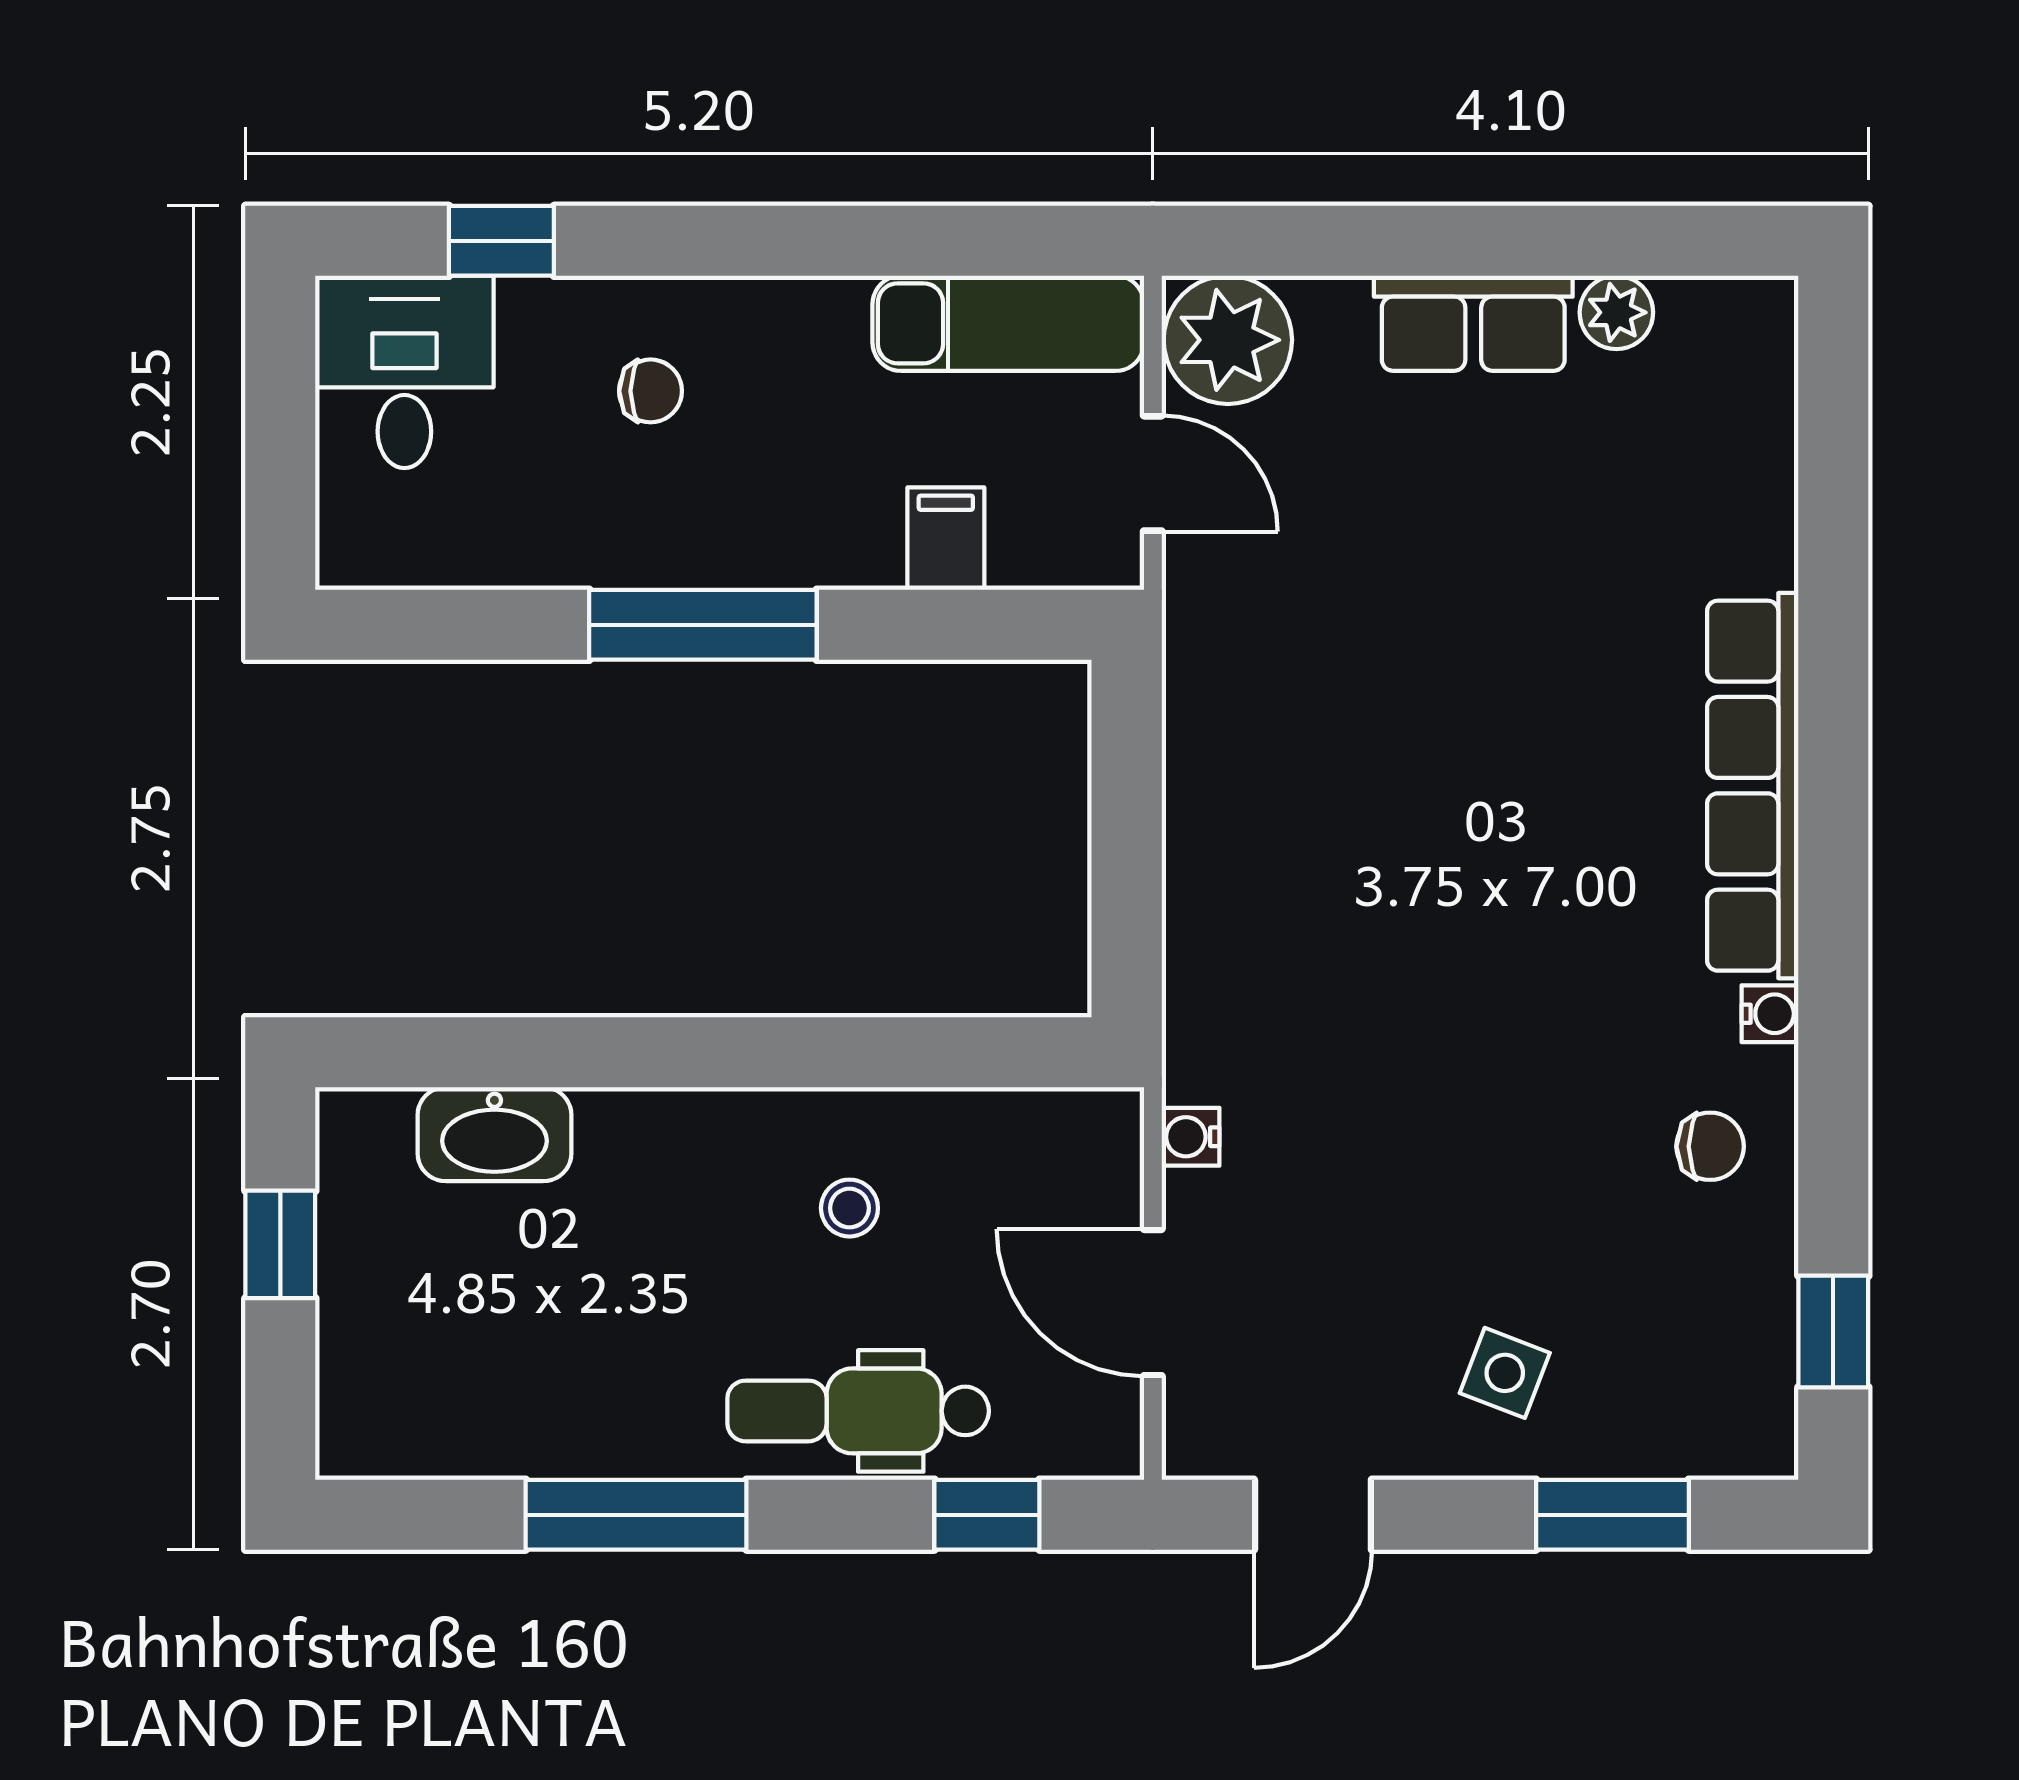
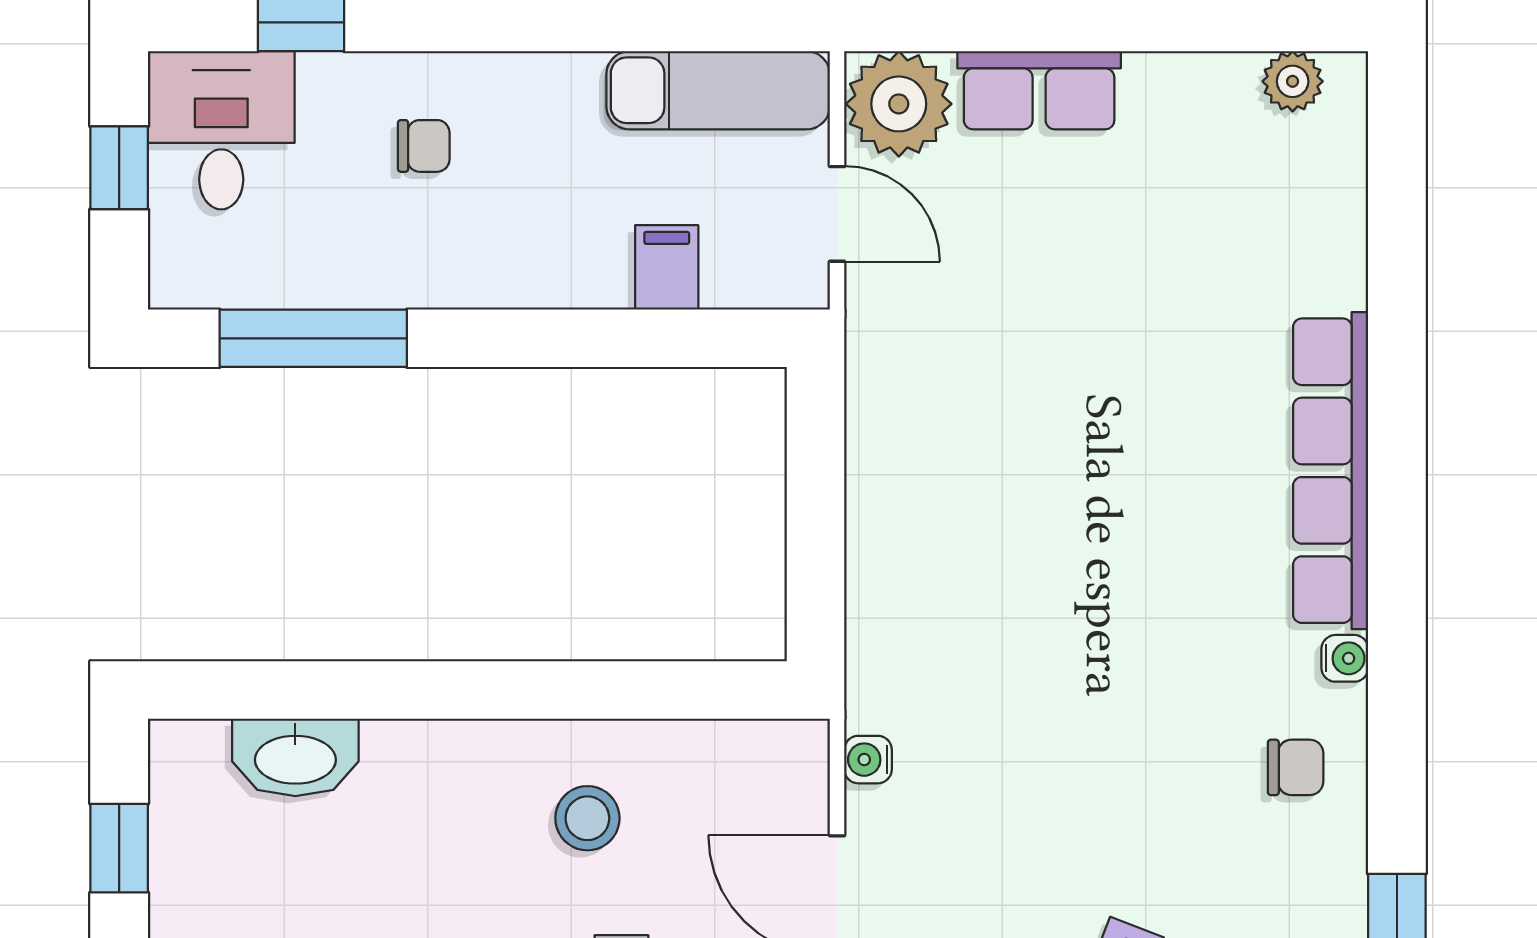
plant: (1616, 312) -> (1293, 81), moved
row of seats: (1473, 323) -> (1039, 90), moved
window: (280, 418) -> (119, 168), added
window: (703, 625) -> (313, 338), moved
stool: (849, 1208) -> (587, 818), width x1.37, depth x1.37

